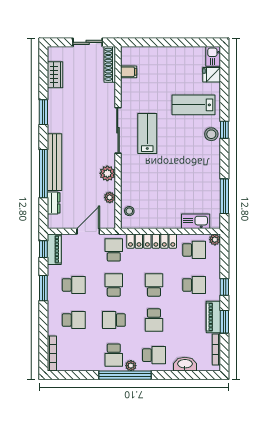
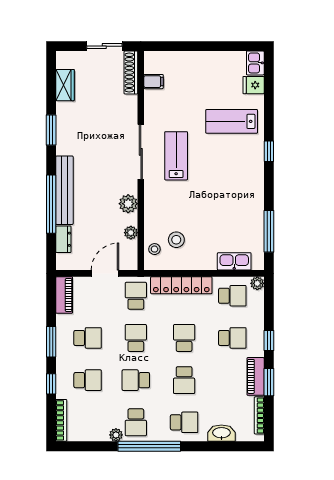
stool: (211, 134) -> (176, 240), moved
window: (43, 249) -> (51, 384), moved
plant: (131, 366) -> (116, 435), moved

